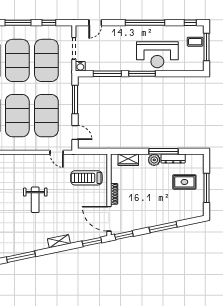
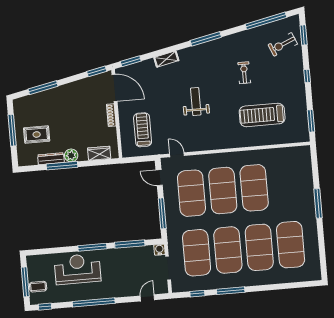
treadmill: (86, 178) -> (143, 130), turned -90
window: (163, 227) -> (43, 88), moved

